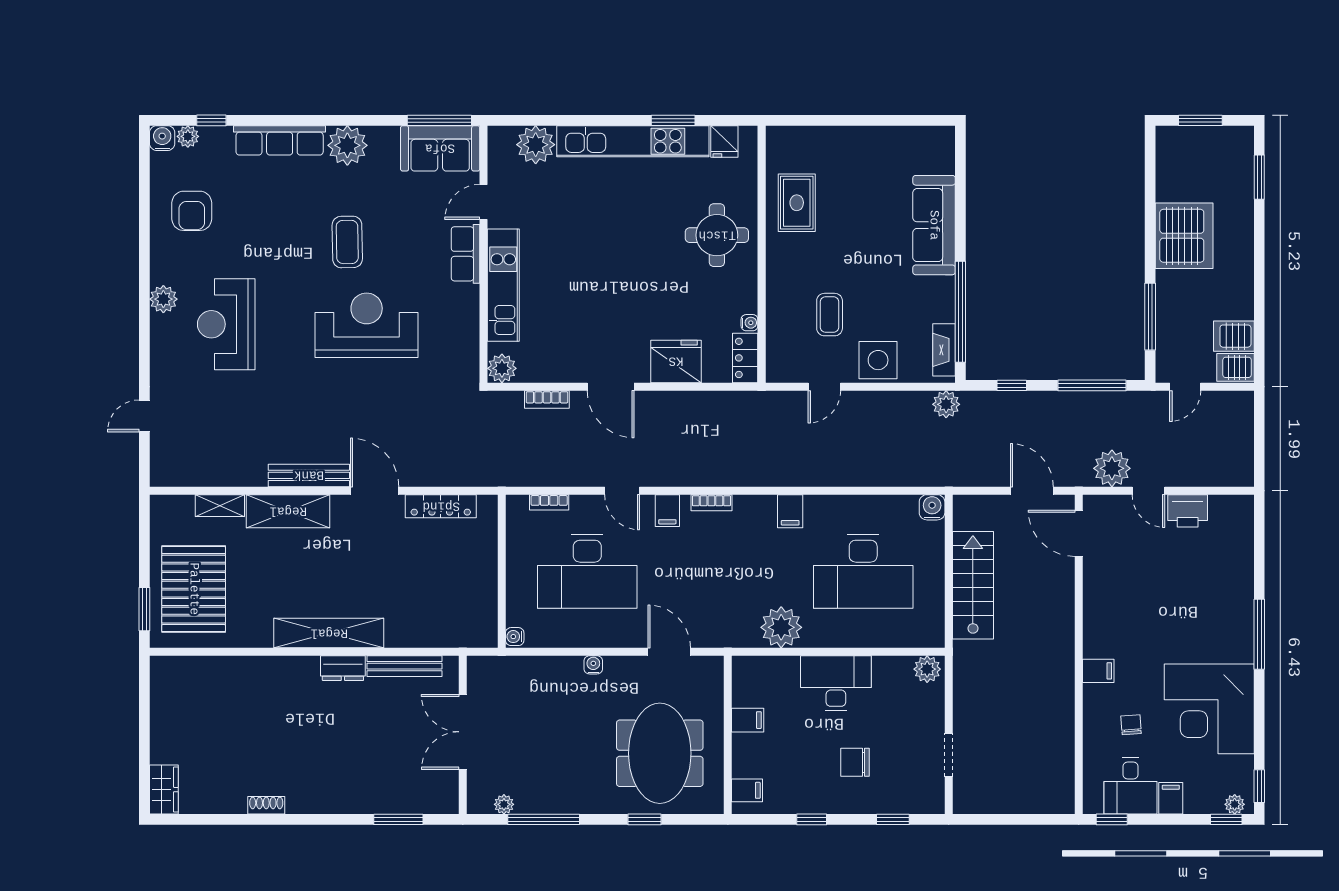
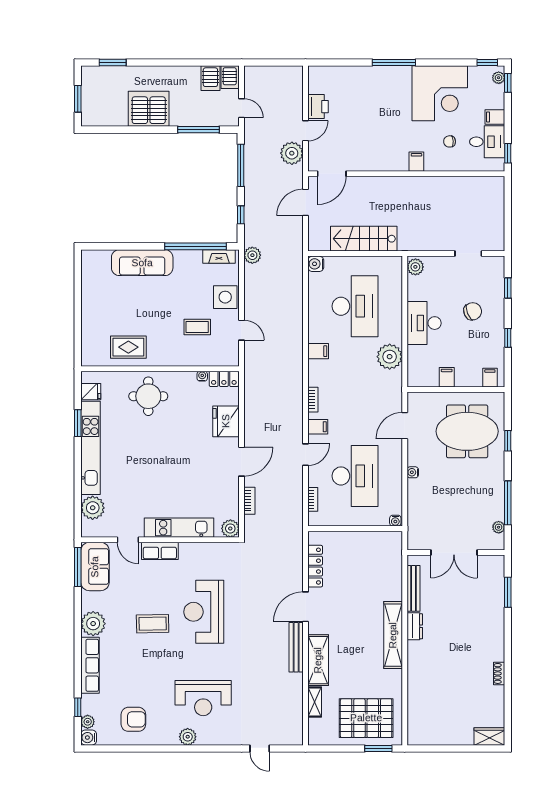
chair: (855, 762) -> (473, 311), turned -112

